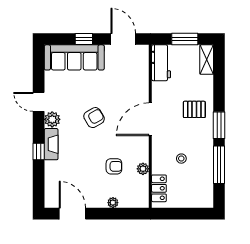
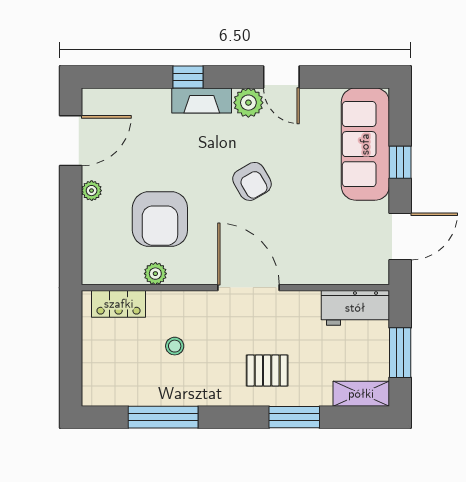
door: (39, 102) -> (281, 77), swing flipped
pallet: (194, 109) -> (267, 371), turned 90
window: (219, 125) -> (294, 417), moved
armchair: (114, 166) -> (160, 219), width x1.88, depth x1.88
plant: (113, 203) -> (92, 191), moved

